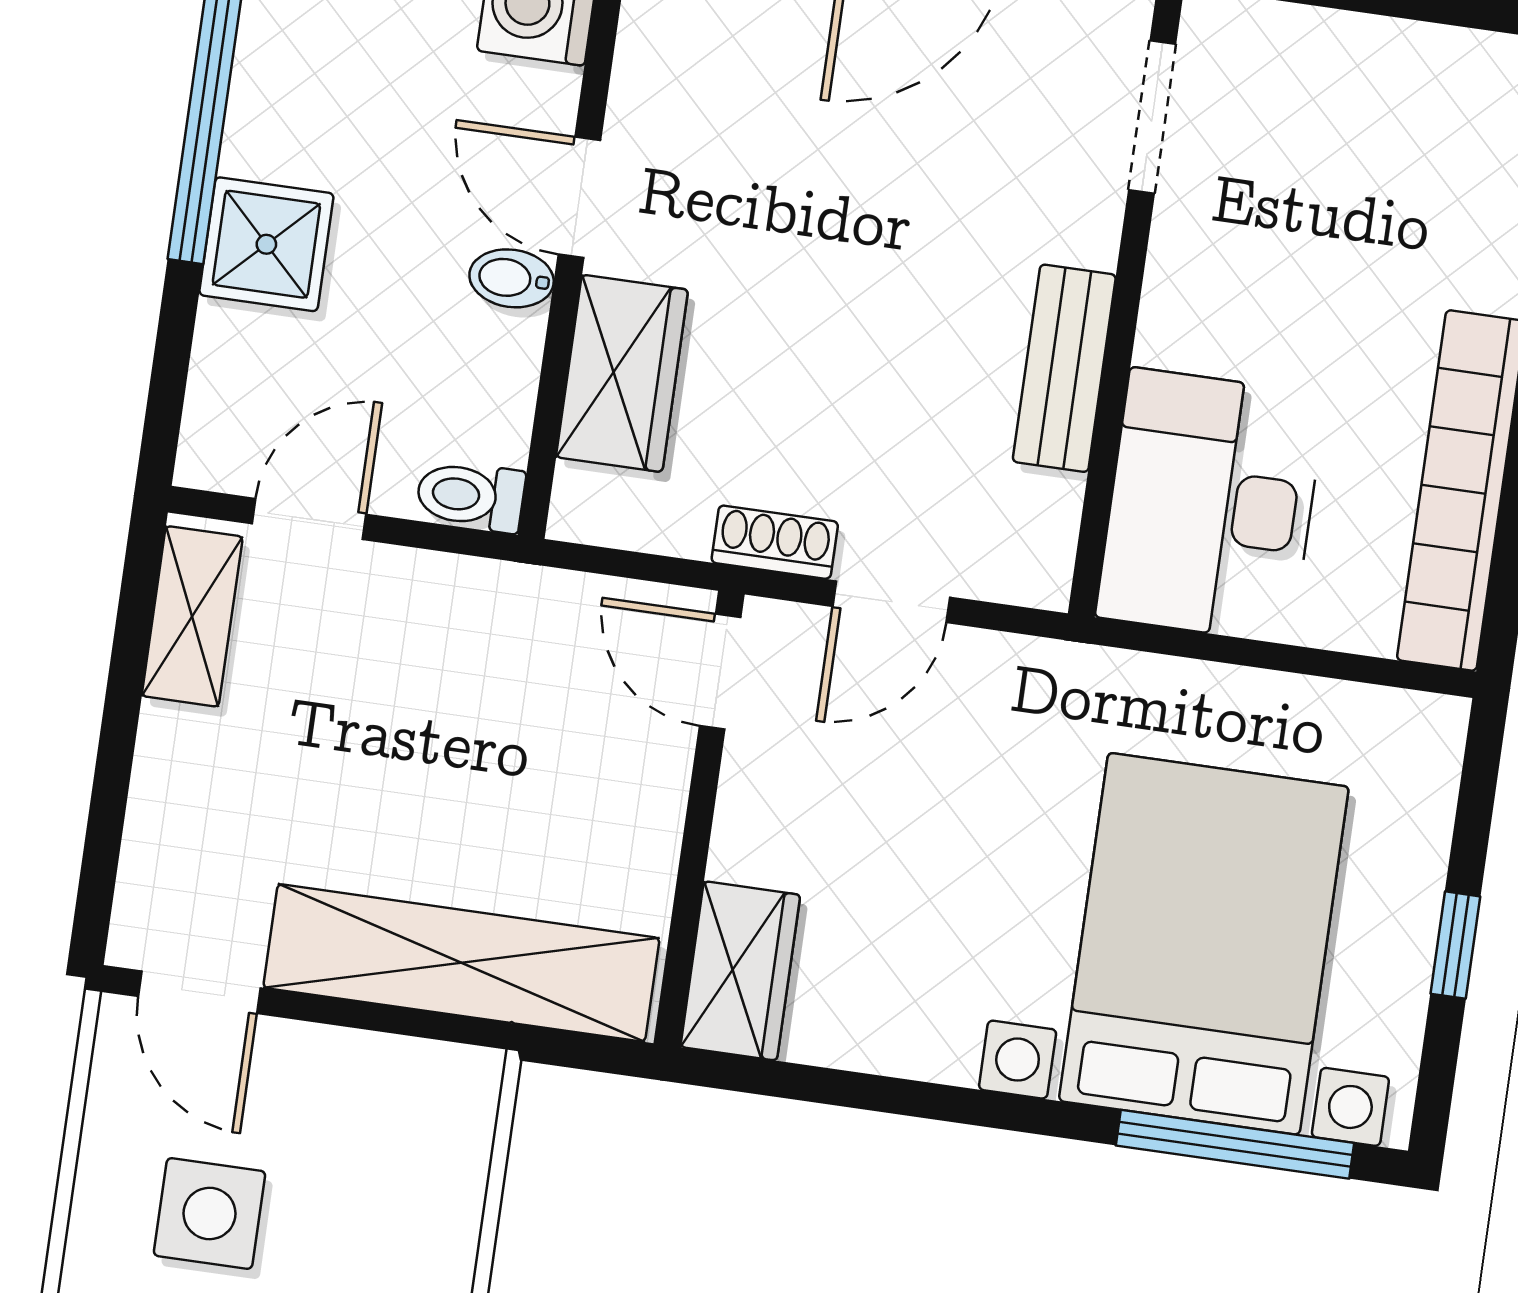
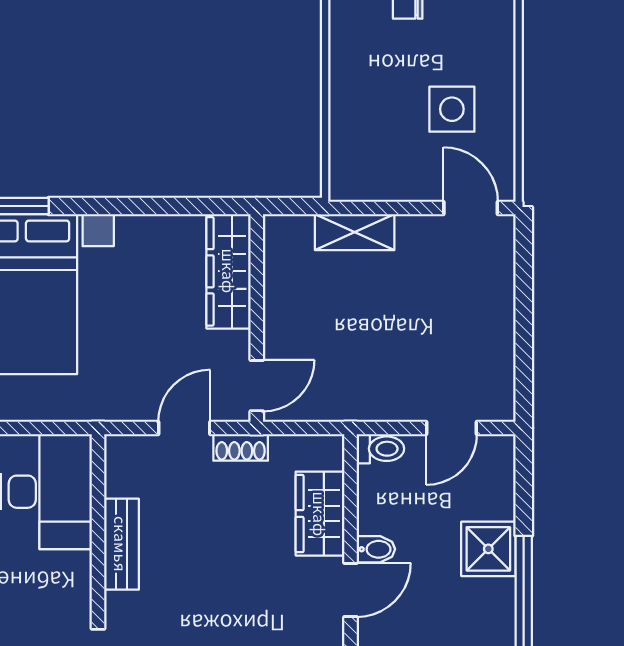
door: (579, 197) -> (351, 590), hinge flipped
shelving: (192, 616) -> (498, 377), removed
door: (720, 672) -> (257, 386), hinge flipped
shelving: (461, 963) -> (355, 232), width x0.45, depth x0.75
wardrobe: (740, 971) -> (229, 271), width x1.50

